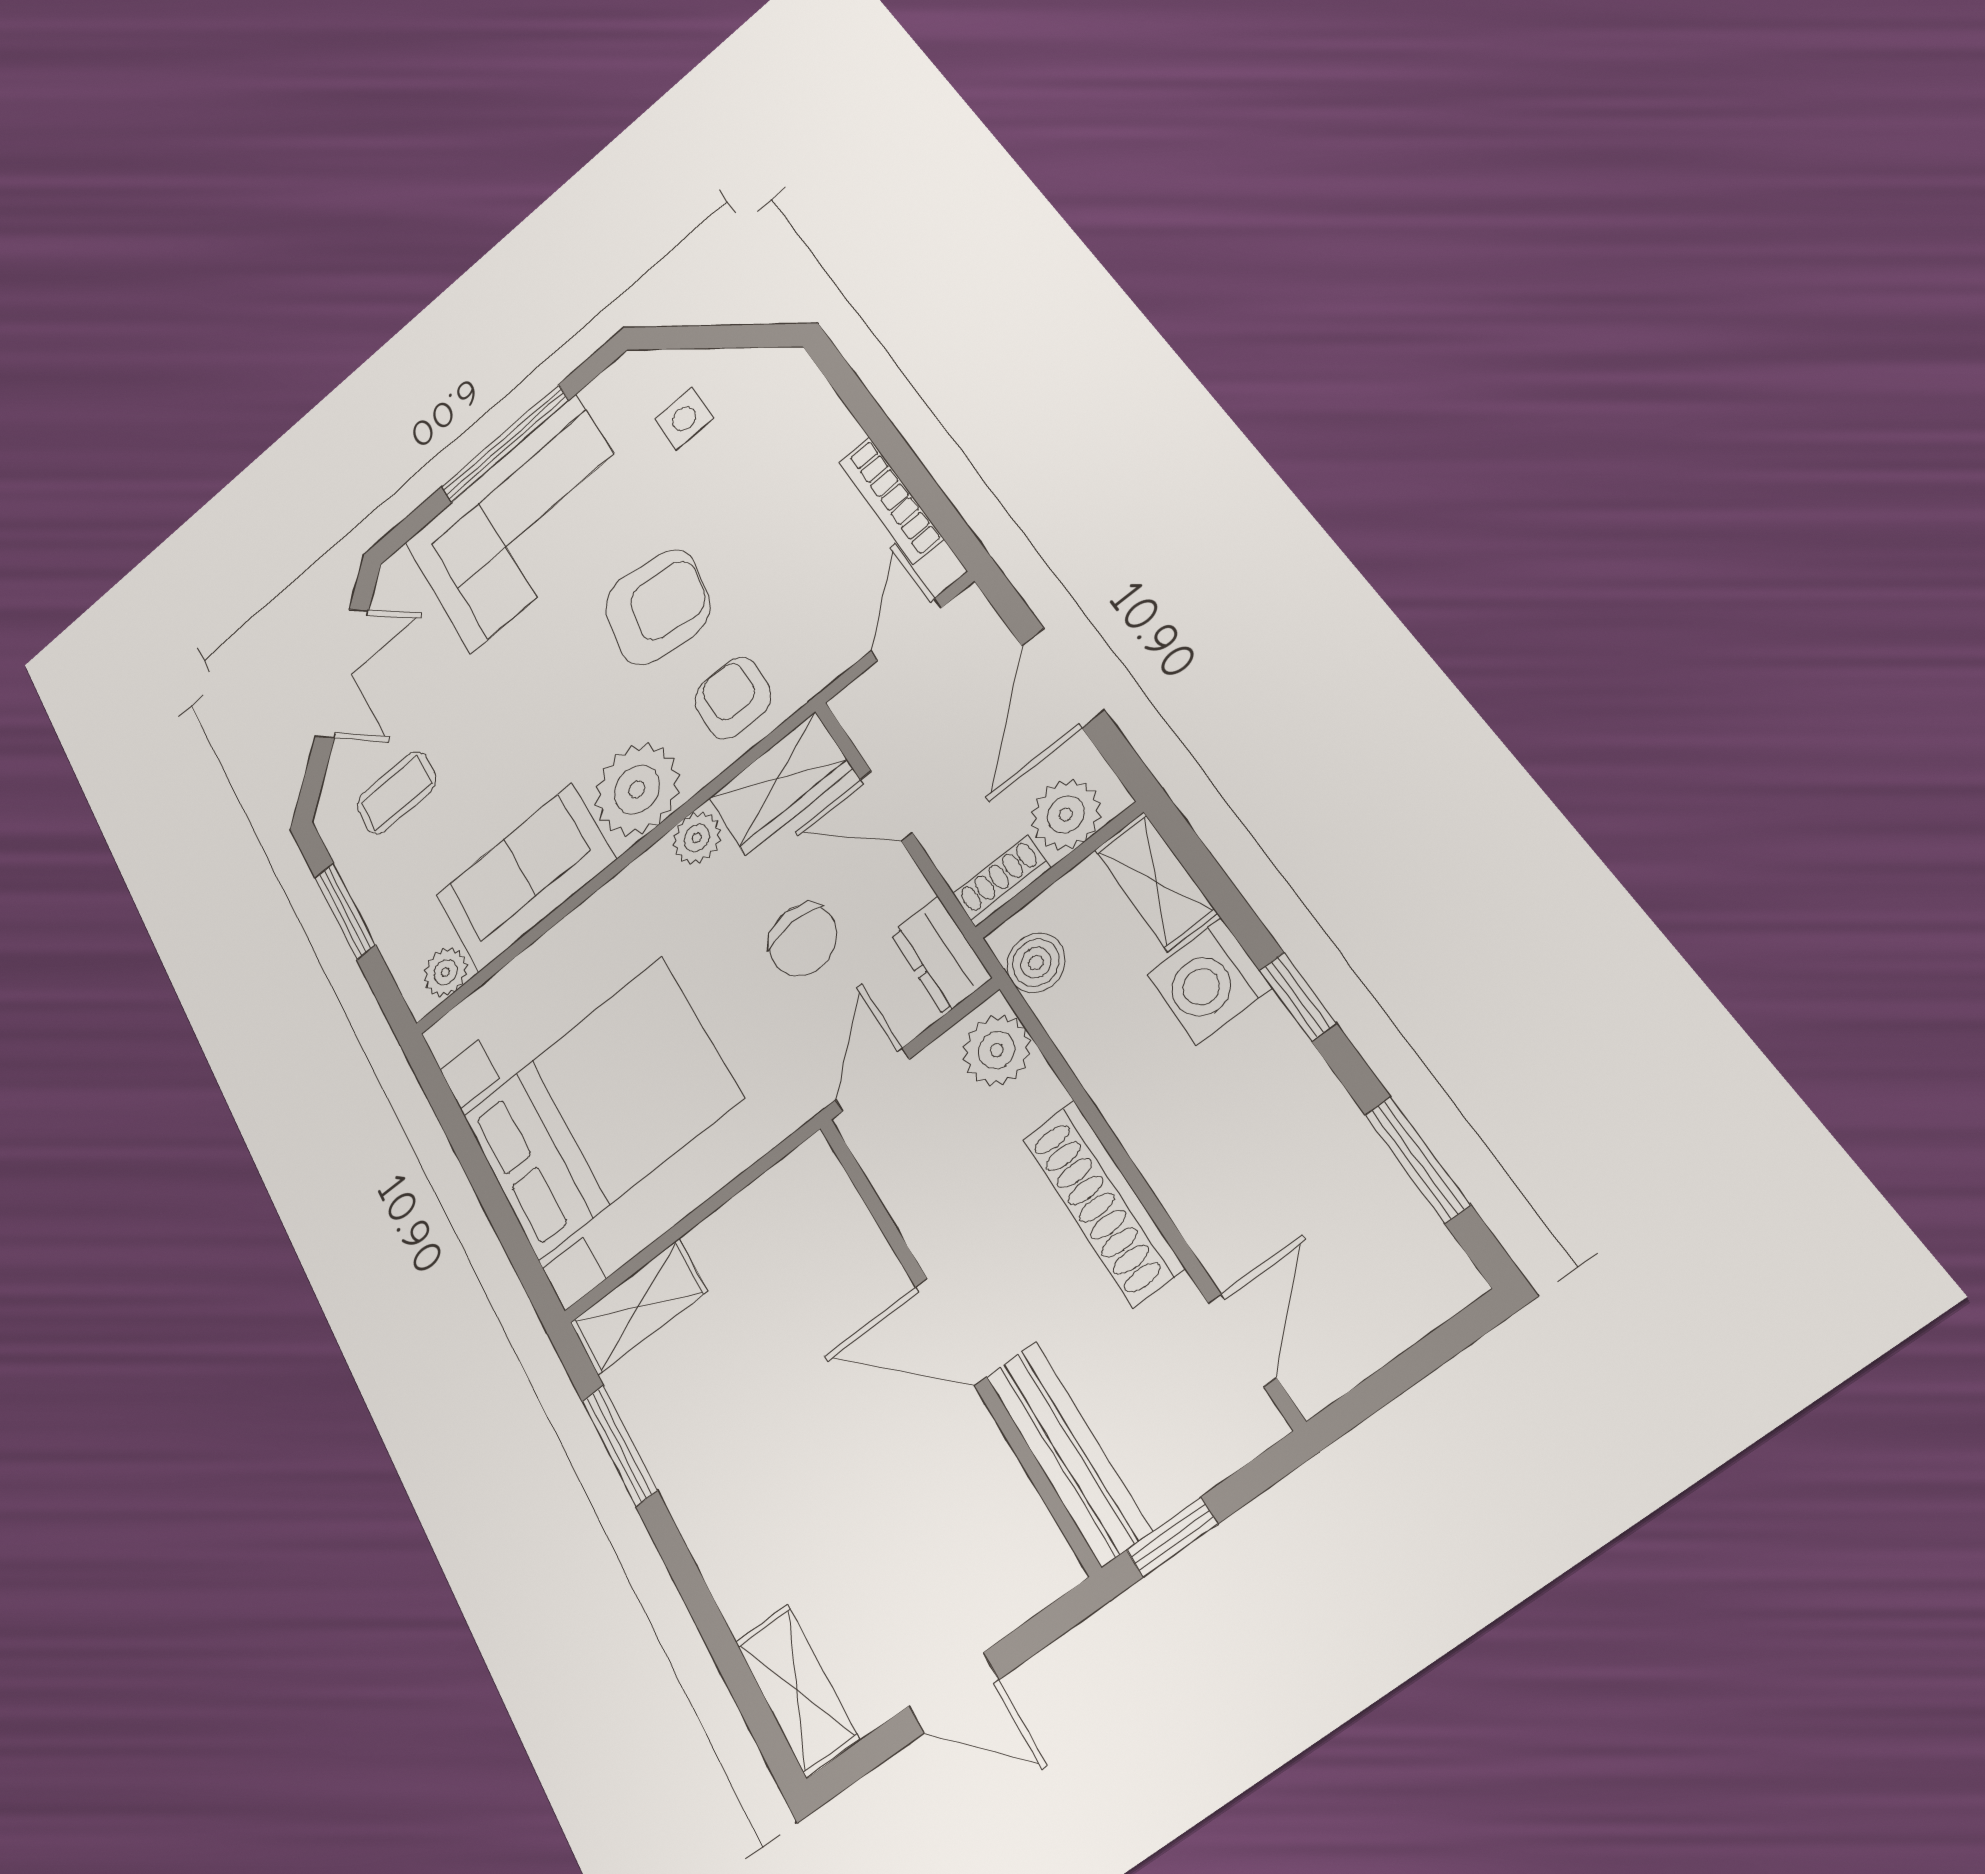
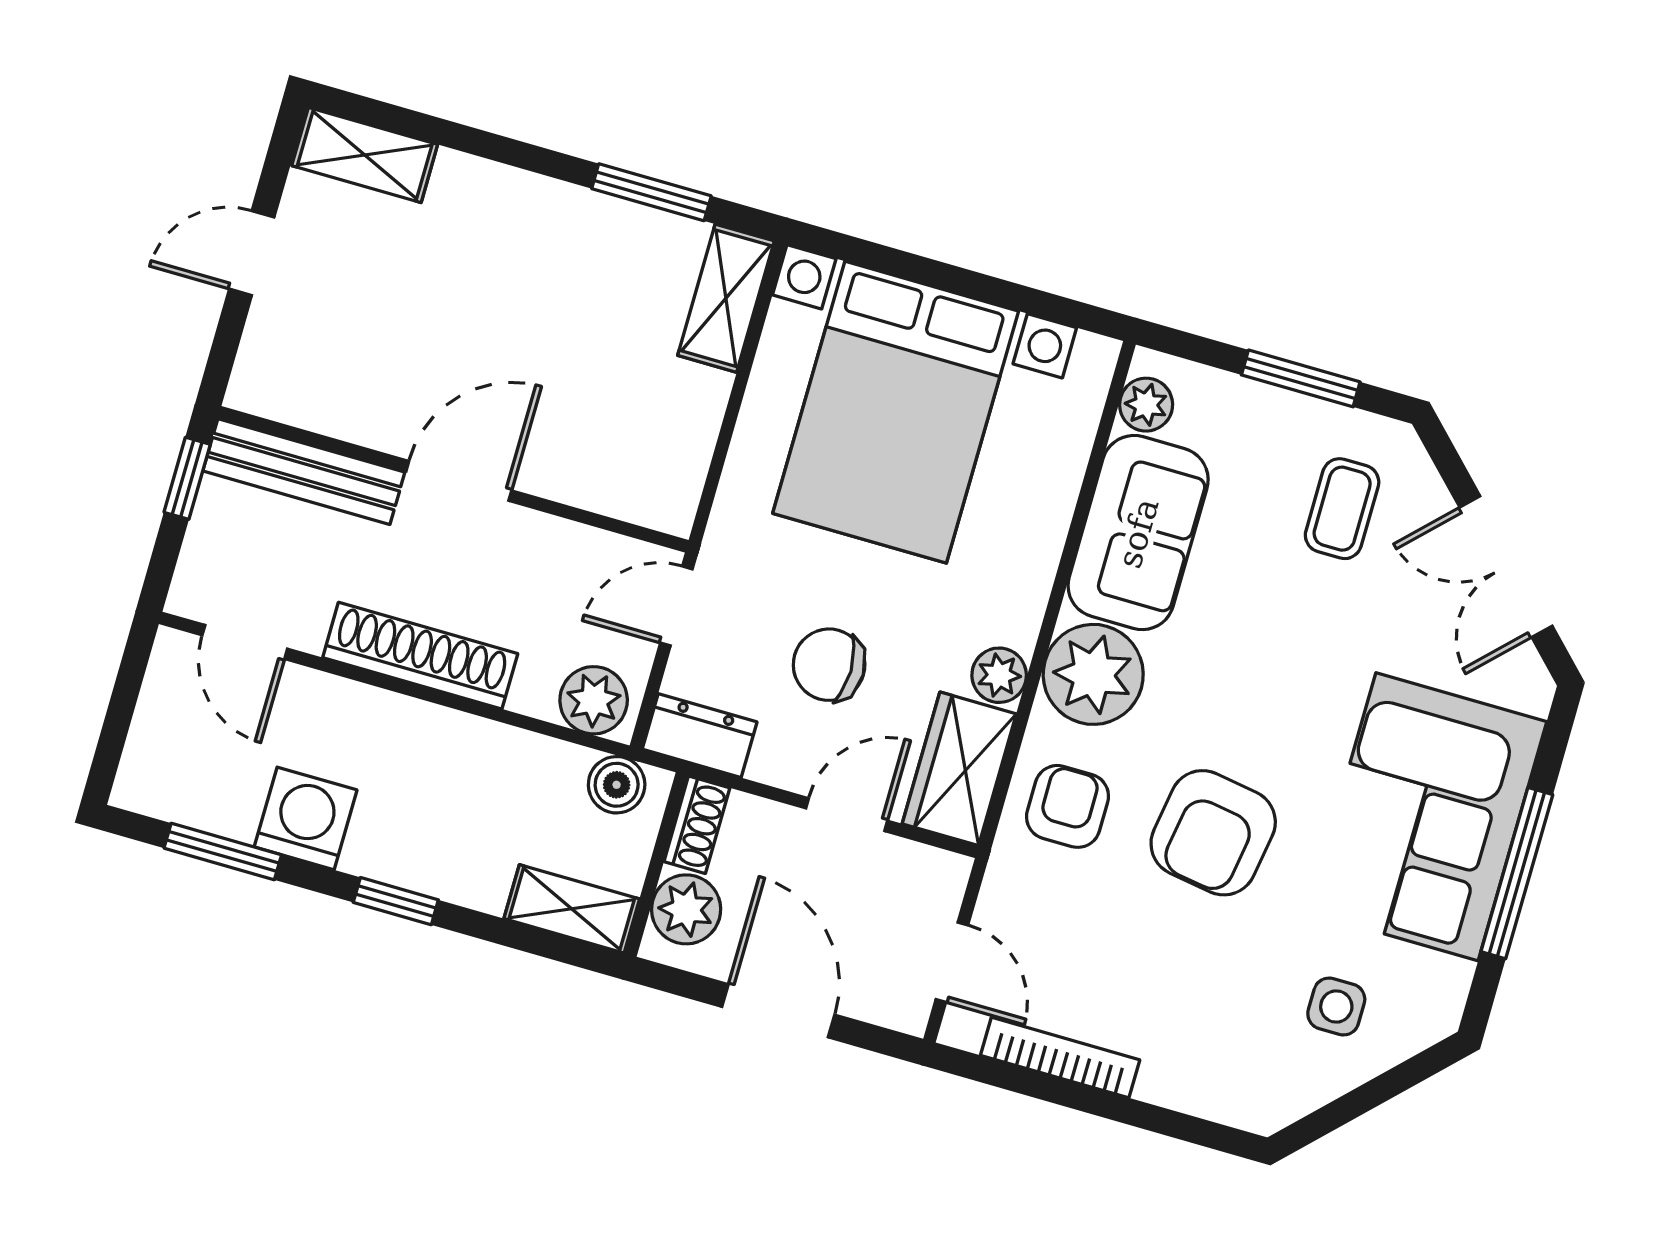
armchair: (733, 698) -> (1068, 806), turned -90
washing machine: (1209, 981) -> (306, 818), moved
door: (872, 1080) -> (676, 606), swing flipped

